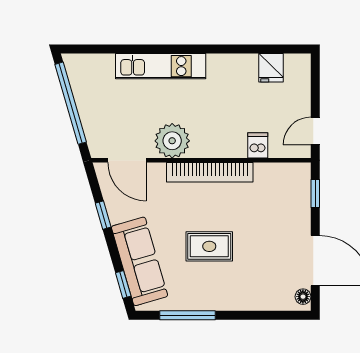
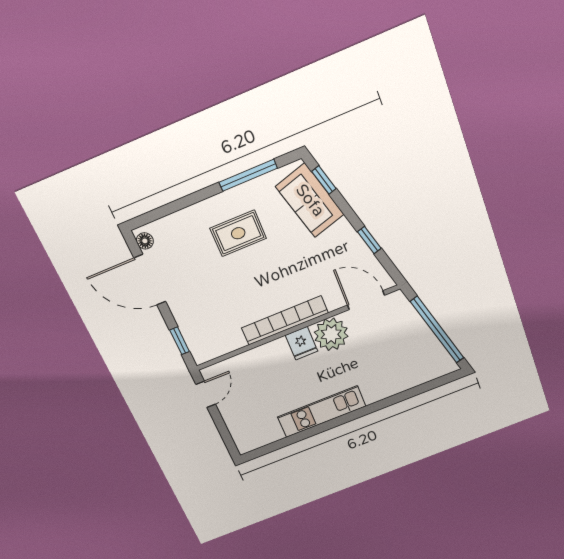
kitchen unit: (161, 66) -> (322, 412), moved
fridge: (271, 68) -> (301, 343), moved, turned 180
dishwasher: (258, 145) -> (251, 362), removed
rug: (209, 246) -> (238, 233), moved
sofa: (139, 261) -> (310, 200), width x0.73

